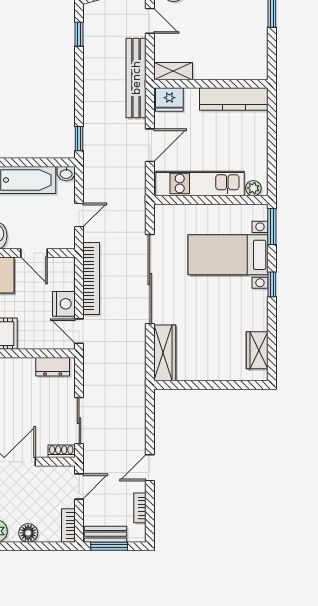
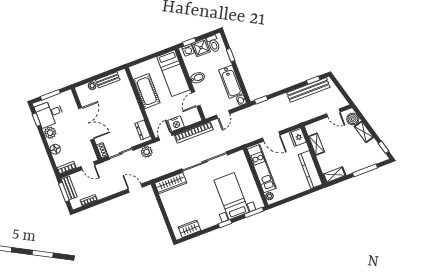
door: (150, 21) -> (333, 113), hinge flipped
shelving: (259, 60) -> (334, 175), added
shelving: (173, 71) -> (317, 144), moved
bench: (136, 78) -> (308, 90), moved
door: (79, 215) -> (223, 114), hinge flipped
plant: (94, 374) -> (147, 152), added
door: (150, 468) -> (135, 188), moved

